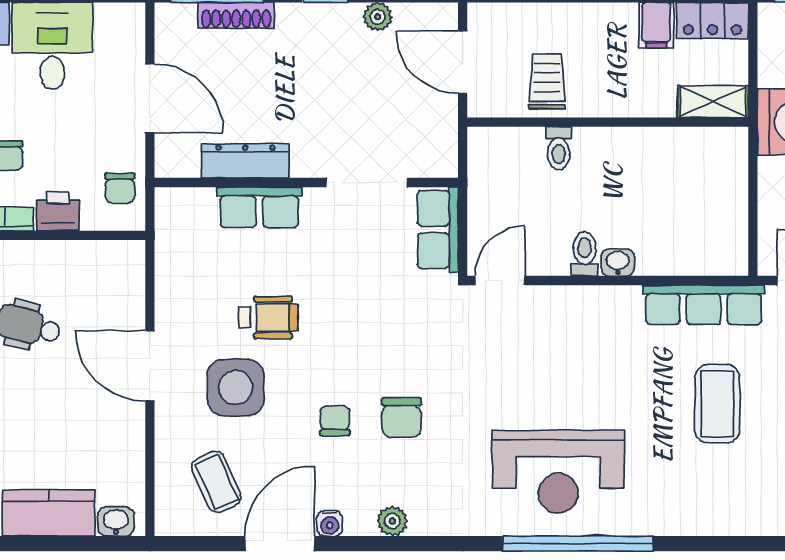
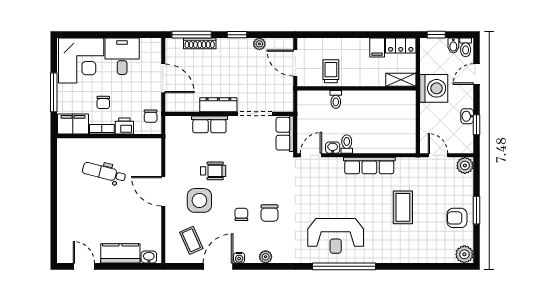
dresser: (245, 161) -> (218, 105), moved
washbasin: (618, 262) -> (333, 148), moved
row of seats: (704, 305) -> (369, 165), moved

